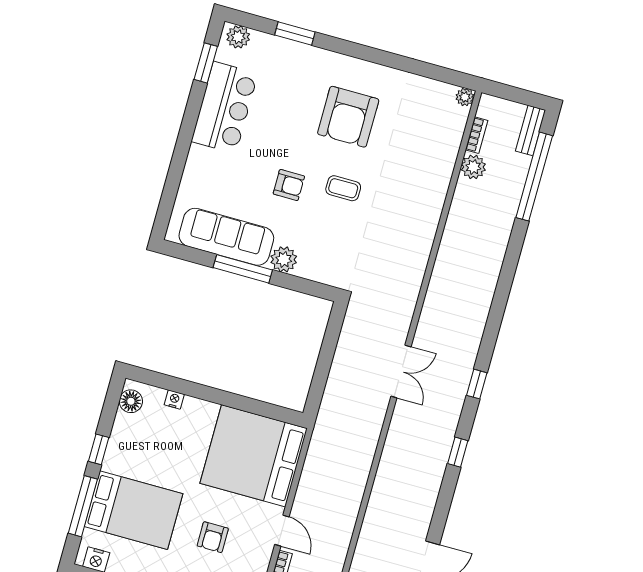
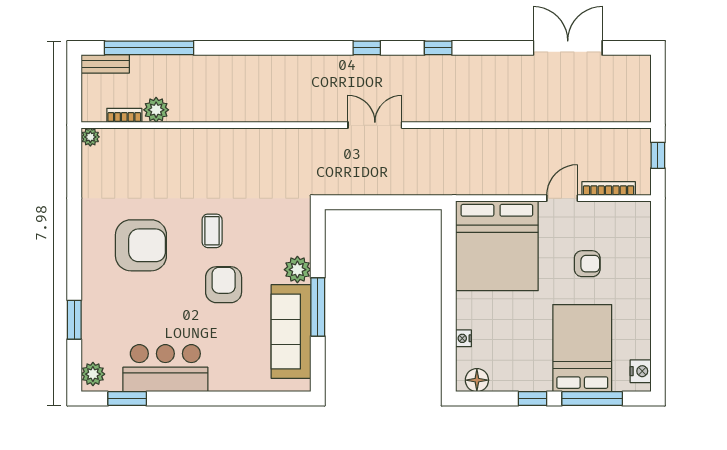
armchair: (289, 185) -> (224, 285), width x1.38, depth x1.38

